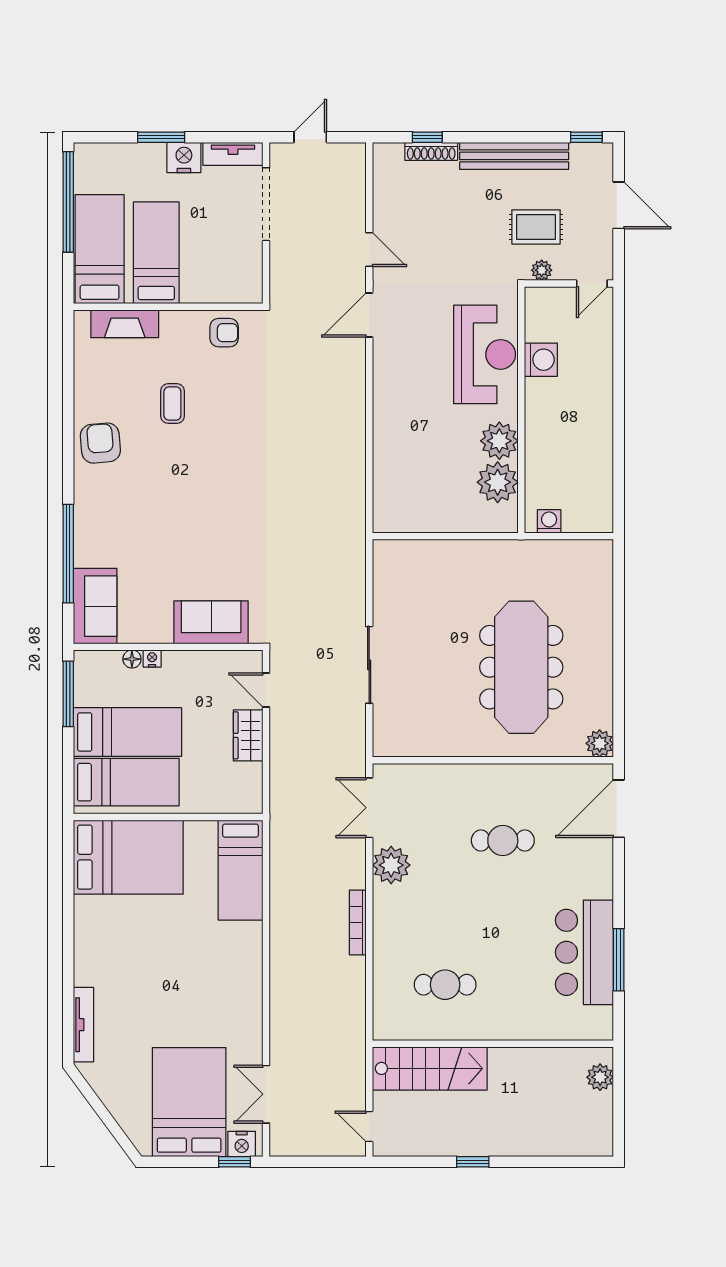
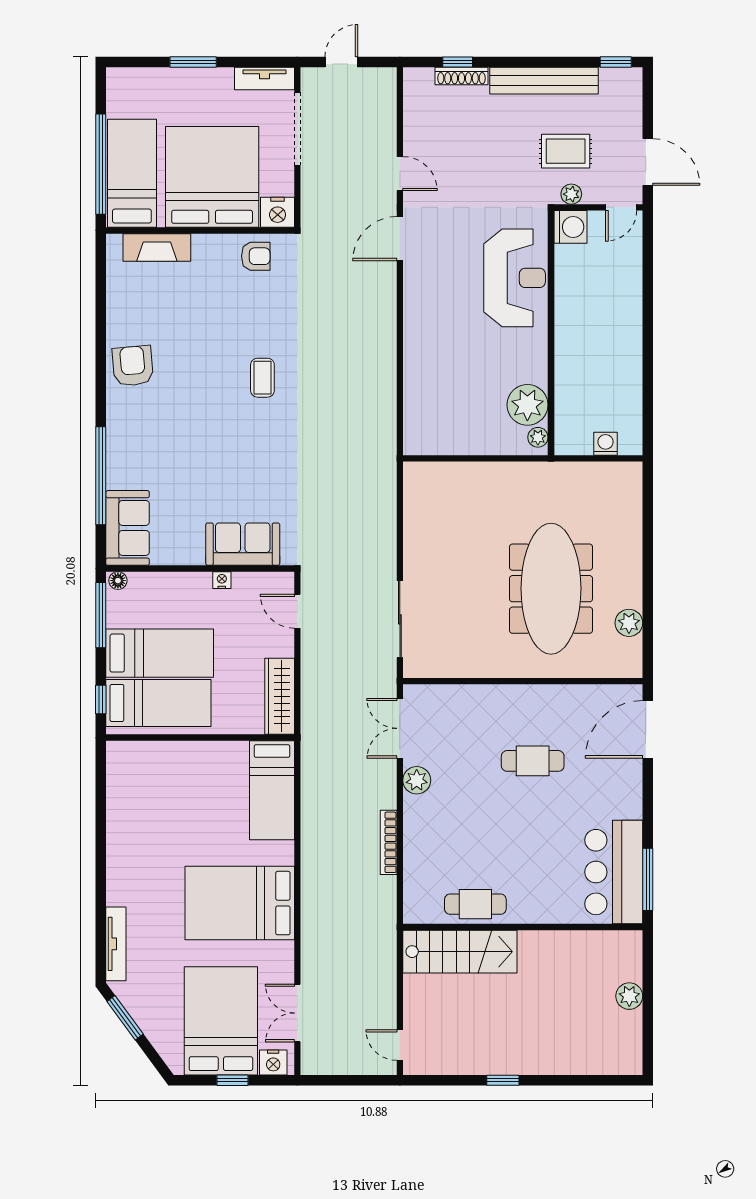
nightstand: (184, 158) -> (278, 212), moved, turned 180
window: (68, 202) -> (101, 164), moved
door: (619, 205) -> (648, 162), moved
bed: (156, 253) -> (212, 177), width x2.04
washing machine: (541, 360) -> (571, 227), moved
coffee table: (172, 404) -> (262, 378), moved
plant: (499, 441) -> (538, 437), moved, width x0.53, depth x0.53
washing machine: (549, 521) -> (606, 444), moved
floor lamp: (132, 659) -> (118, 581), moved
nightstand: (152, 659) -> (222, 580), moved
sliding door: (369, 665) -> (400, 619), moved
wardrobe: (248, 735) -> (280, 696), moved, width x1.50
plant: (600, 743) -> (629, 623), moved
window: (68, 779) -> (101, 700), added
bed: (128, 857) -> (240, 903), moved, turned 180
plant: (391, 865) -> (417, 780), width x0.73, depth x0.73
wall: (493, 1044) -> (523, 927), moved
stairs: (430, 1068) -> (460, 952), moved
window: (93, 1099) -> (125, 1018), added
window: (234, 1162) -> (232, 1080), moved

